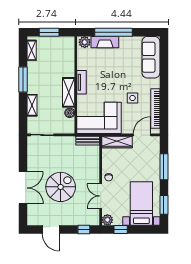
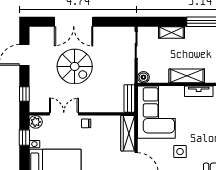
boiler: (70, 113) -> (143, 77), moved

